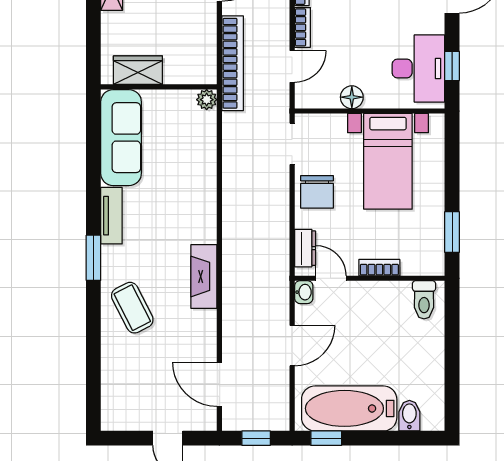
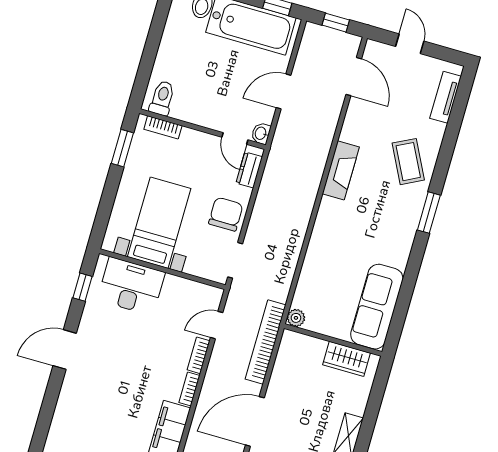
desk: (418, 68) -> (131, 286), moved, turned 90
floor lamp: (352, 97) -> (174, 285), removed
tv unit: (111, 216) -> (446, 97), moved
bookcase: (379, 268) -> (163, 127), moved

